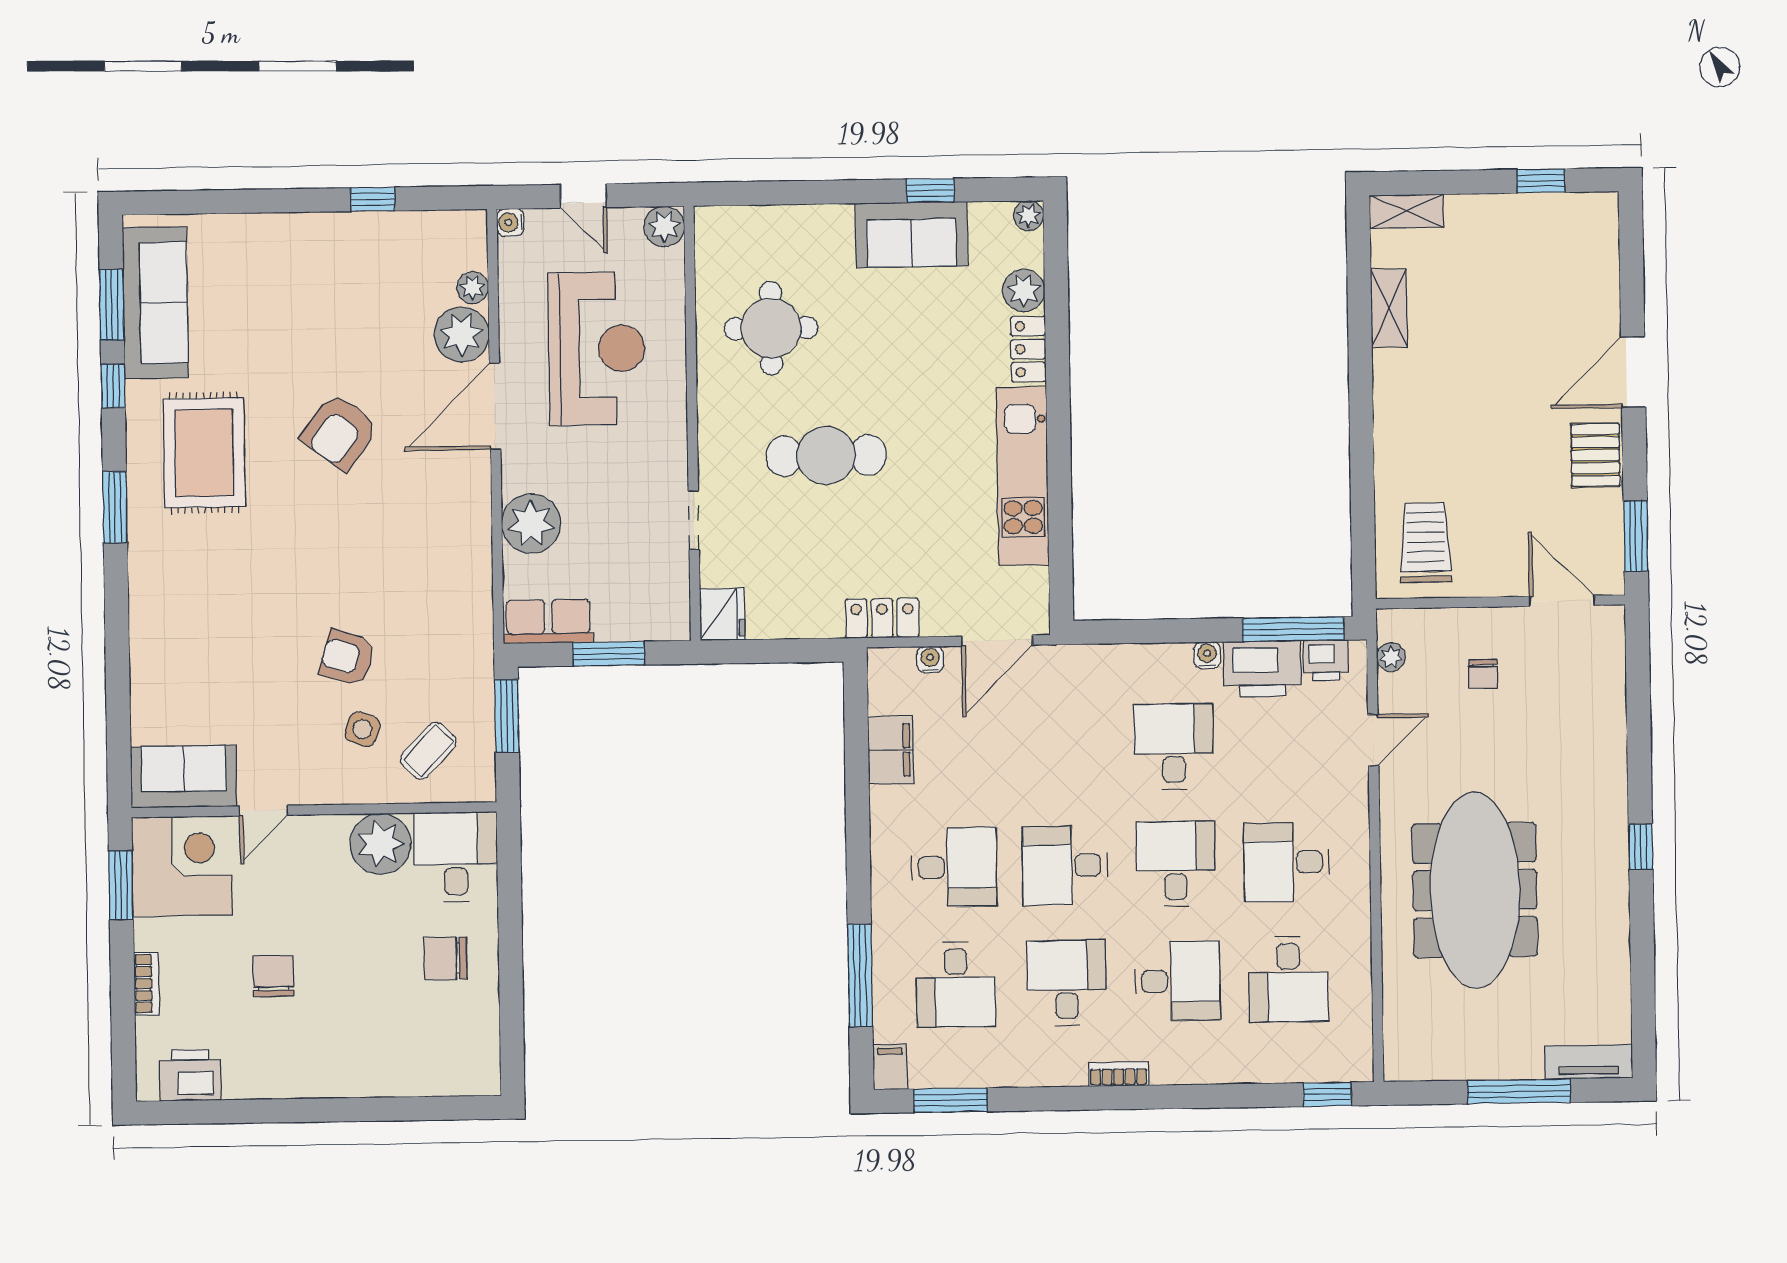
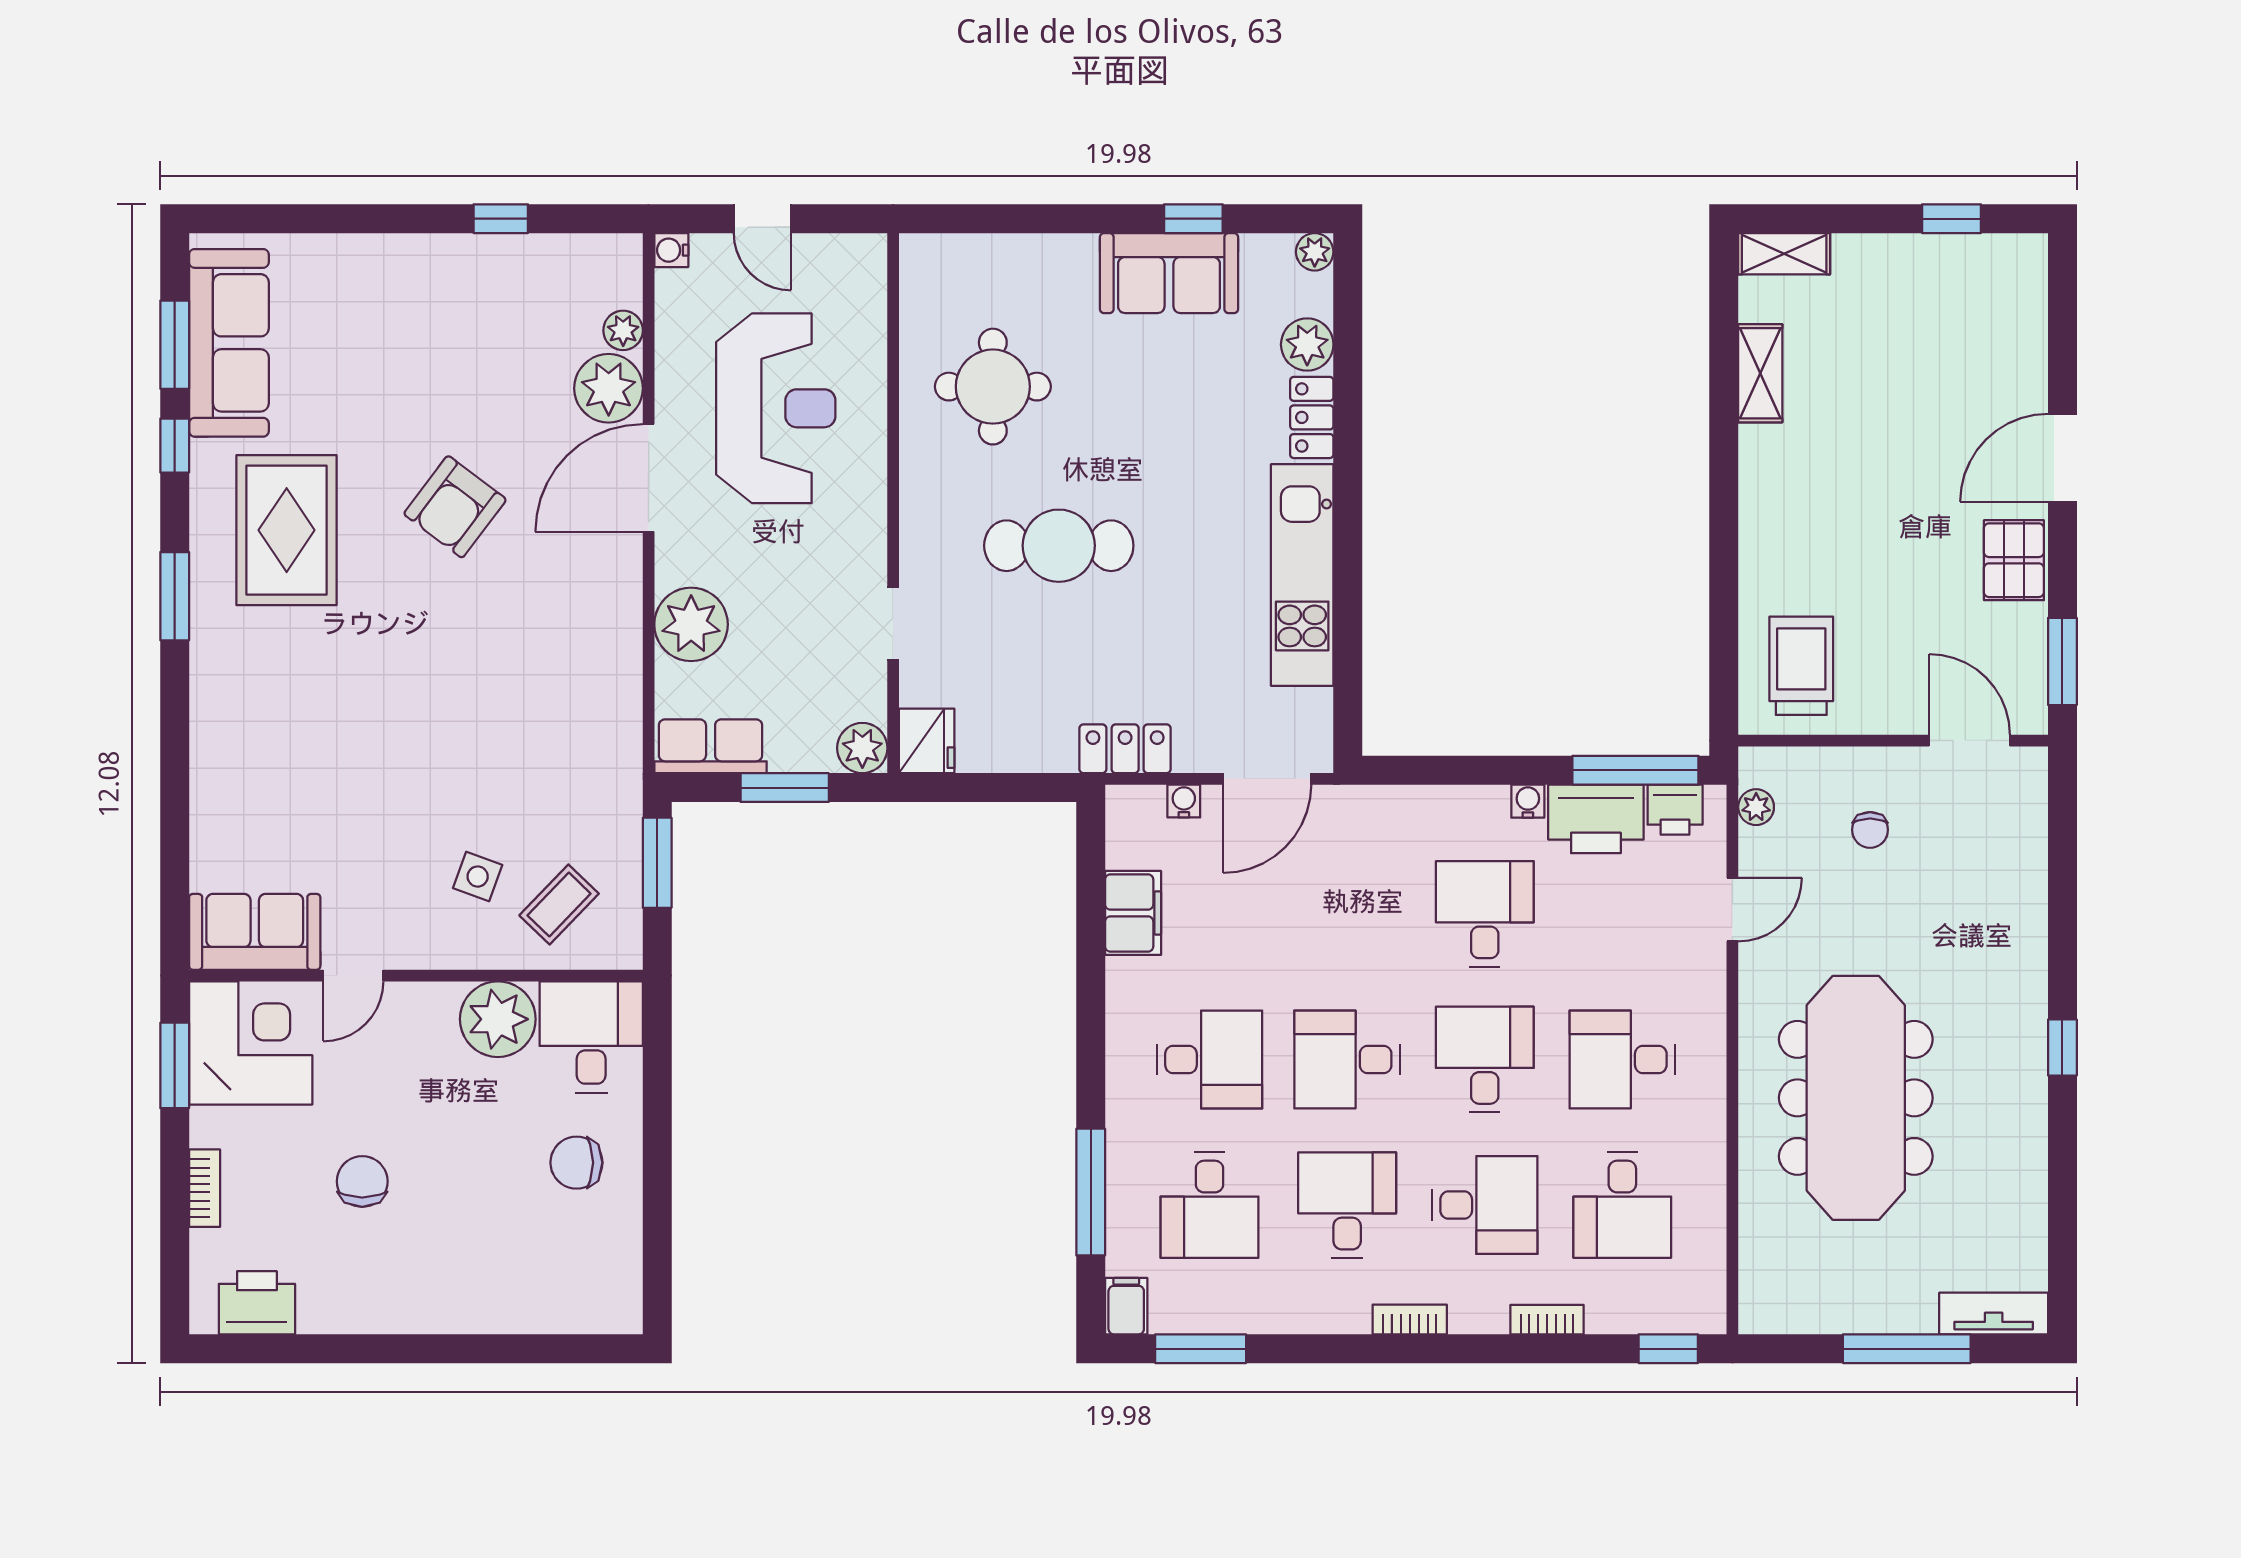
plant: (664, 227) -> (862, 748), moved
armchair: (347, 658) -> (460, 787), removed
bookcase: (1229, 1072) -> (1547, 1320), added

